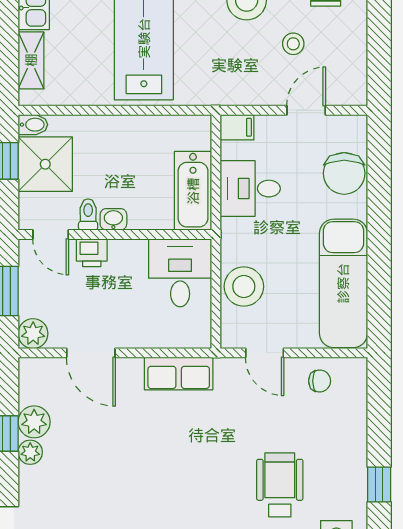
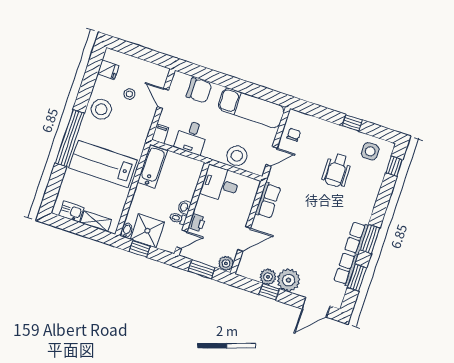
bathtub: (193, 191) -> (152, 167), moved, turned -90
plant: (30, 452) -> (289, 280), width x1.87, depth x1.87
wheelchair: (280, 485) -> (337, 170), turned -90

